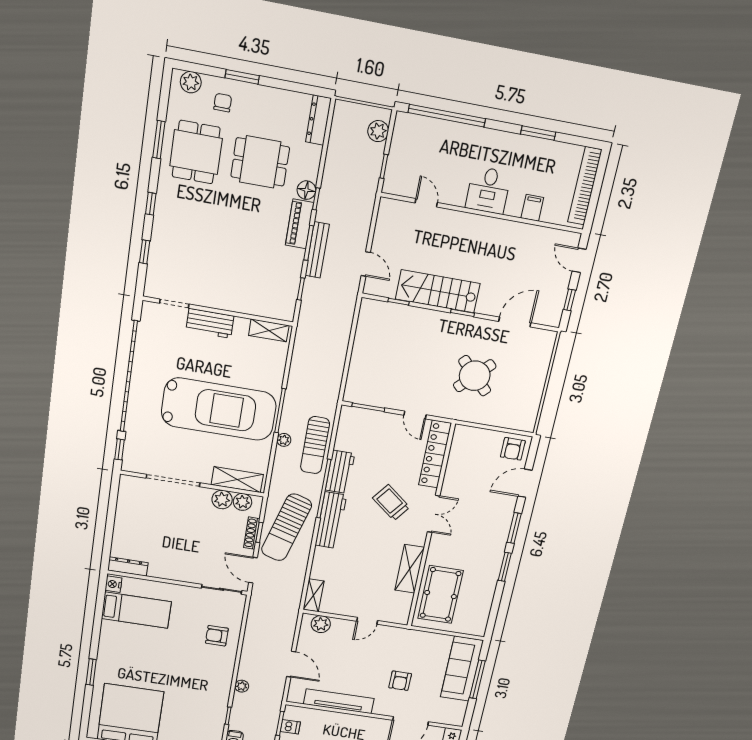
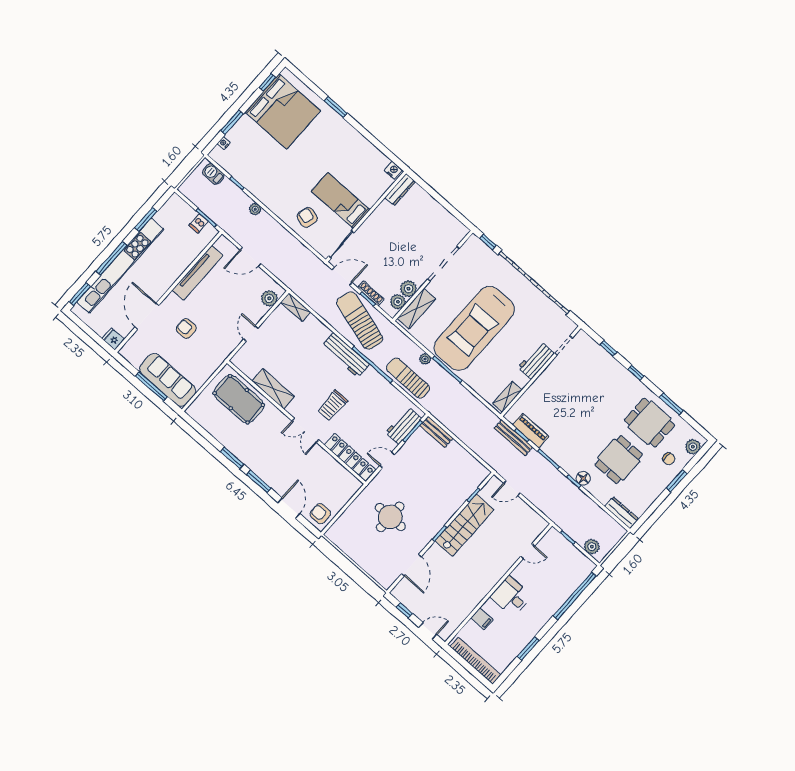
piano: (299, 224) -> (531, 431), moved
bench: (317, 250) -> (513, 438), moved
round table: (475, 376) -> (390, 517), turned 45
bench: (354, 382) -> (436, 432), added
workbench: (340, 472) -> (404, 426), moved, turned 90
trolley: (391, 503) -> (333, 405), turned 142
bed: (136, 610) -> (341, 201), moved, turned 90
armchair: (217, 636) -> (307, 217), turned -74

